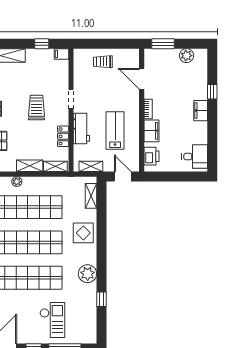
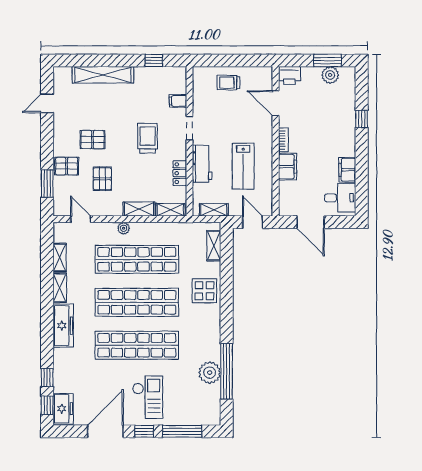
window: (163, 44) -> (328, 60), moved
filing cabinet: (61, 54) -> (178, 101), moved
filing cabinet: (201, 111) -> (347, 170), moved
lab bench: (115, 131) -> (243, 166), turned 180
printer: (152, 156) -> (289, 75), moved, turned 90
door: (170, 177) -> (311, 222), added
plant: (88, 274) -> (210, 373), moved
window: (101, 299) -> (227, 371), width x3.17
checkout: (52, 320) -> (148, 397), moved

